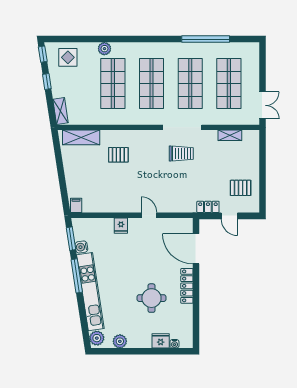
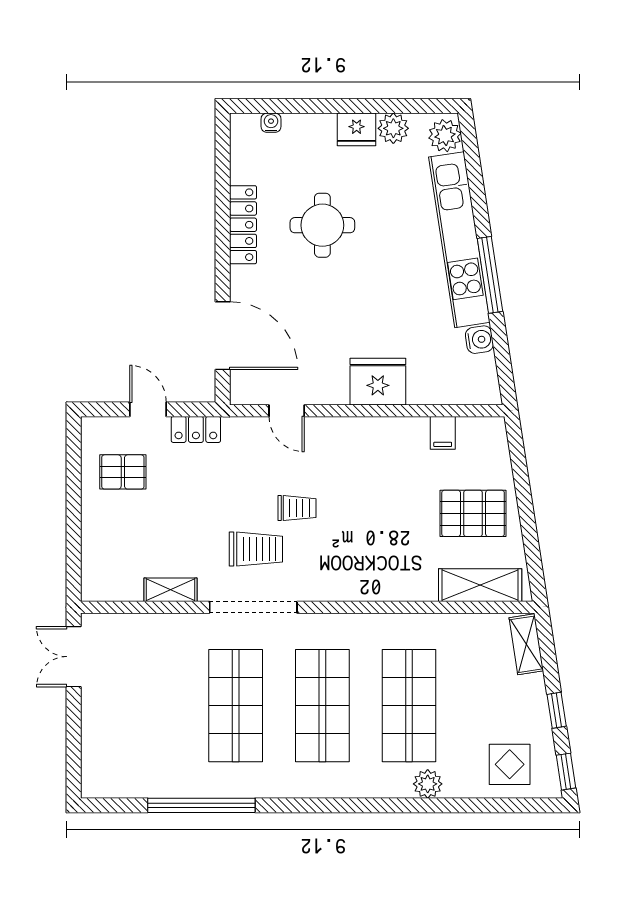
shop shelf: (229, 84) -> (149, 706), removed
shelving: (230, 135) -> (171, 590), moved
trolley: (181, 153) -> (256, 549), turned 180
pallet: (118, 155) -> (473, 513), moved, width x1.50, depth x1.42
trolley: (163, 172) -> (297, 508), added
filing cabinet: (76, 205) -> (443, 433), moved
door: (149, 215) -> (287, 411), moved
fridge: (121, 226) -> (378, 382), width x1.88, depth x1.34
window: (71, 239) -> (503, 358), removed
locker: (187, 286) -> (243, 225), moved
fridge: (161, 341) -> (357, 129), moved

